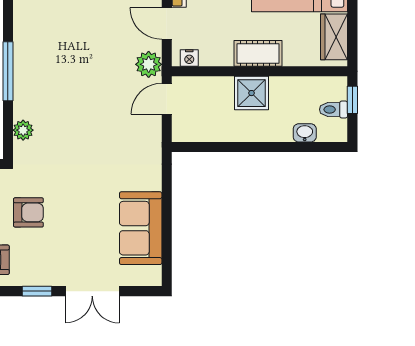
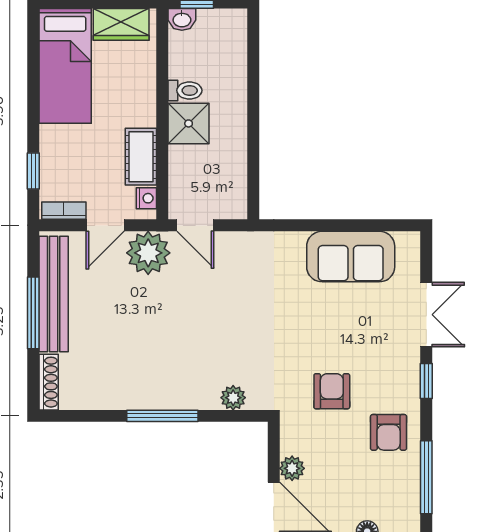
cot: (258, 53) -> (141, 157), moved
plant: (149, 64) -> (148, 253), width x1.36, depth x1.36
toilet: (334, 109) -> (185, 91), moved, turned -90
washbasin: (305, 133) -> (182, 19), moved, turned -90

